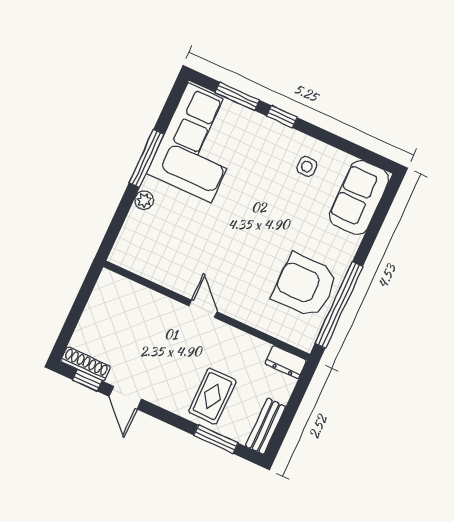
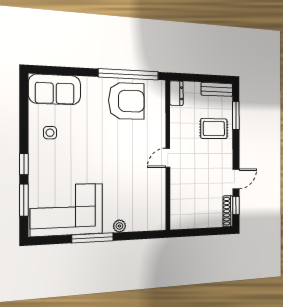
armchair: (305, 286) -> (126, 101), turned -90

